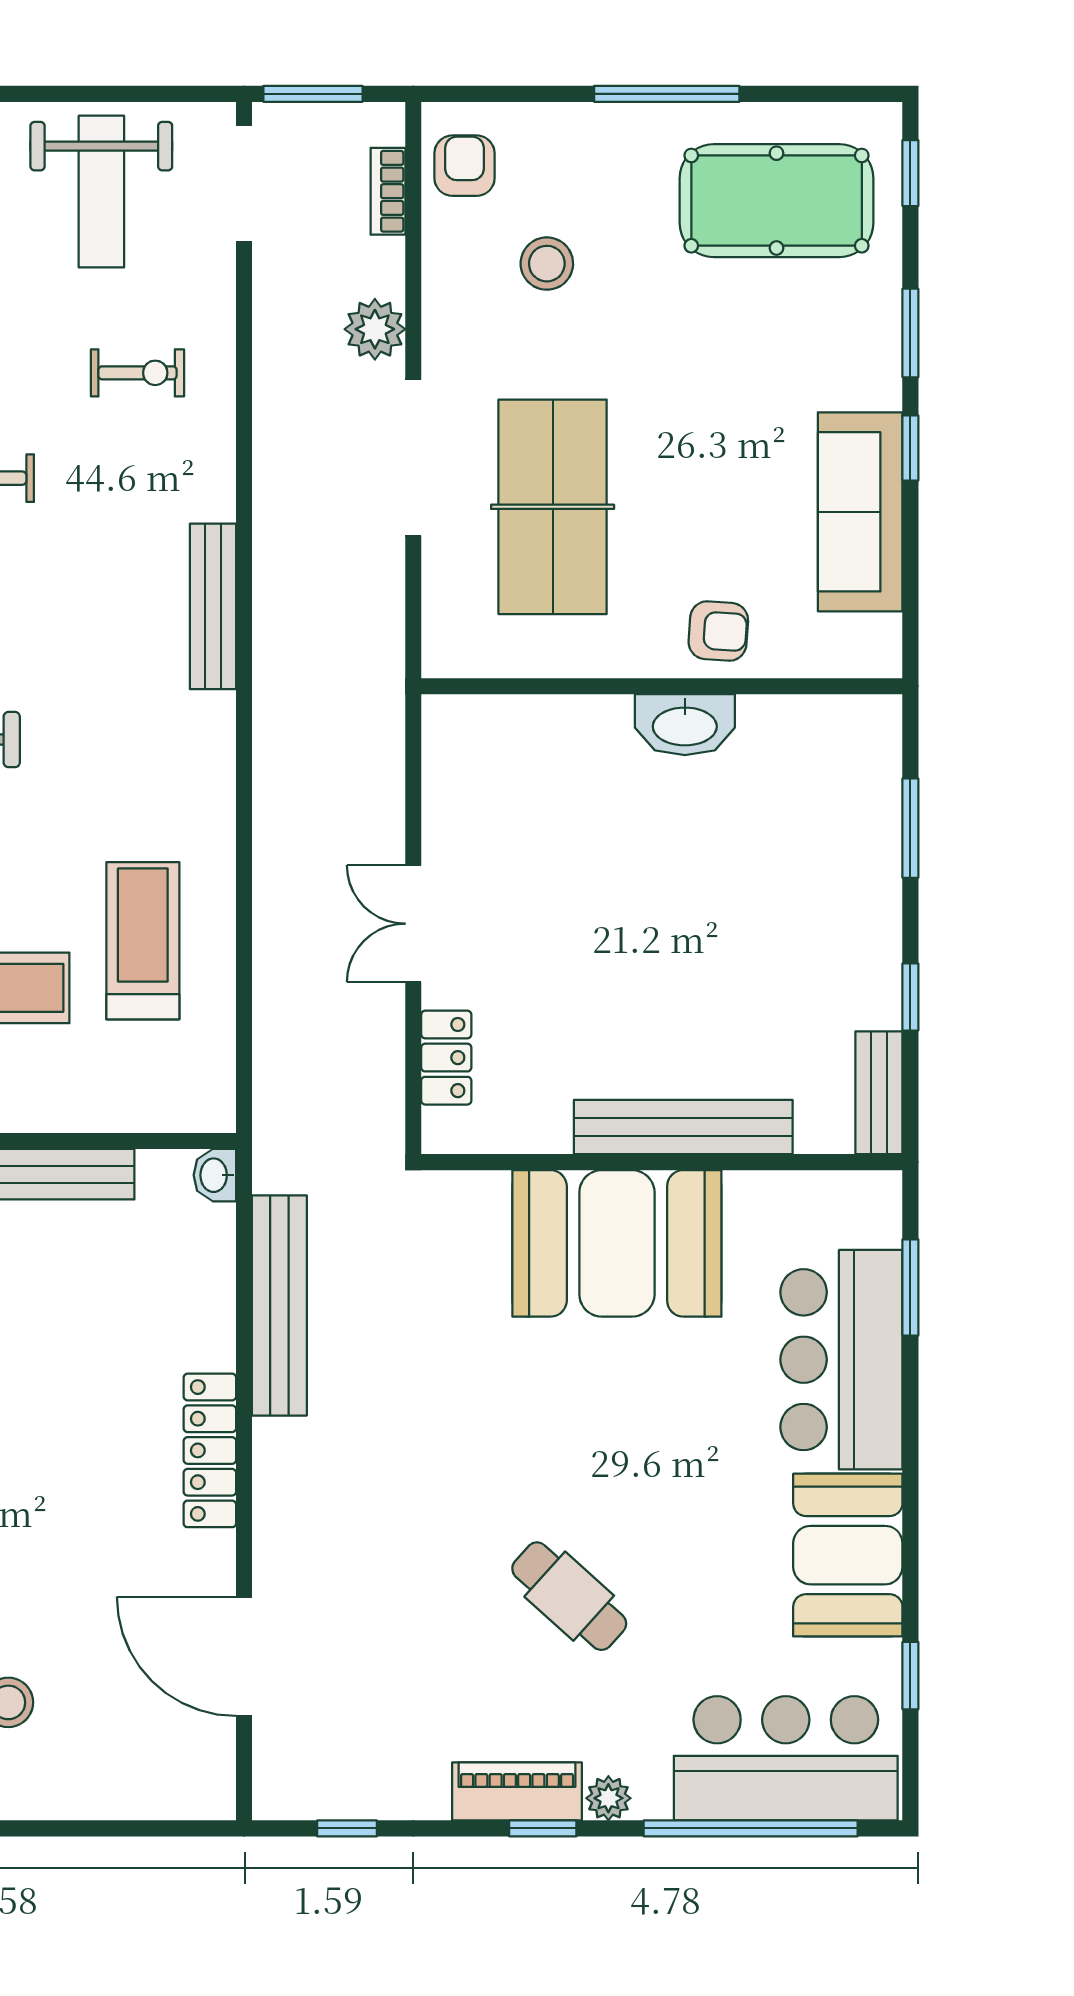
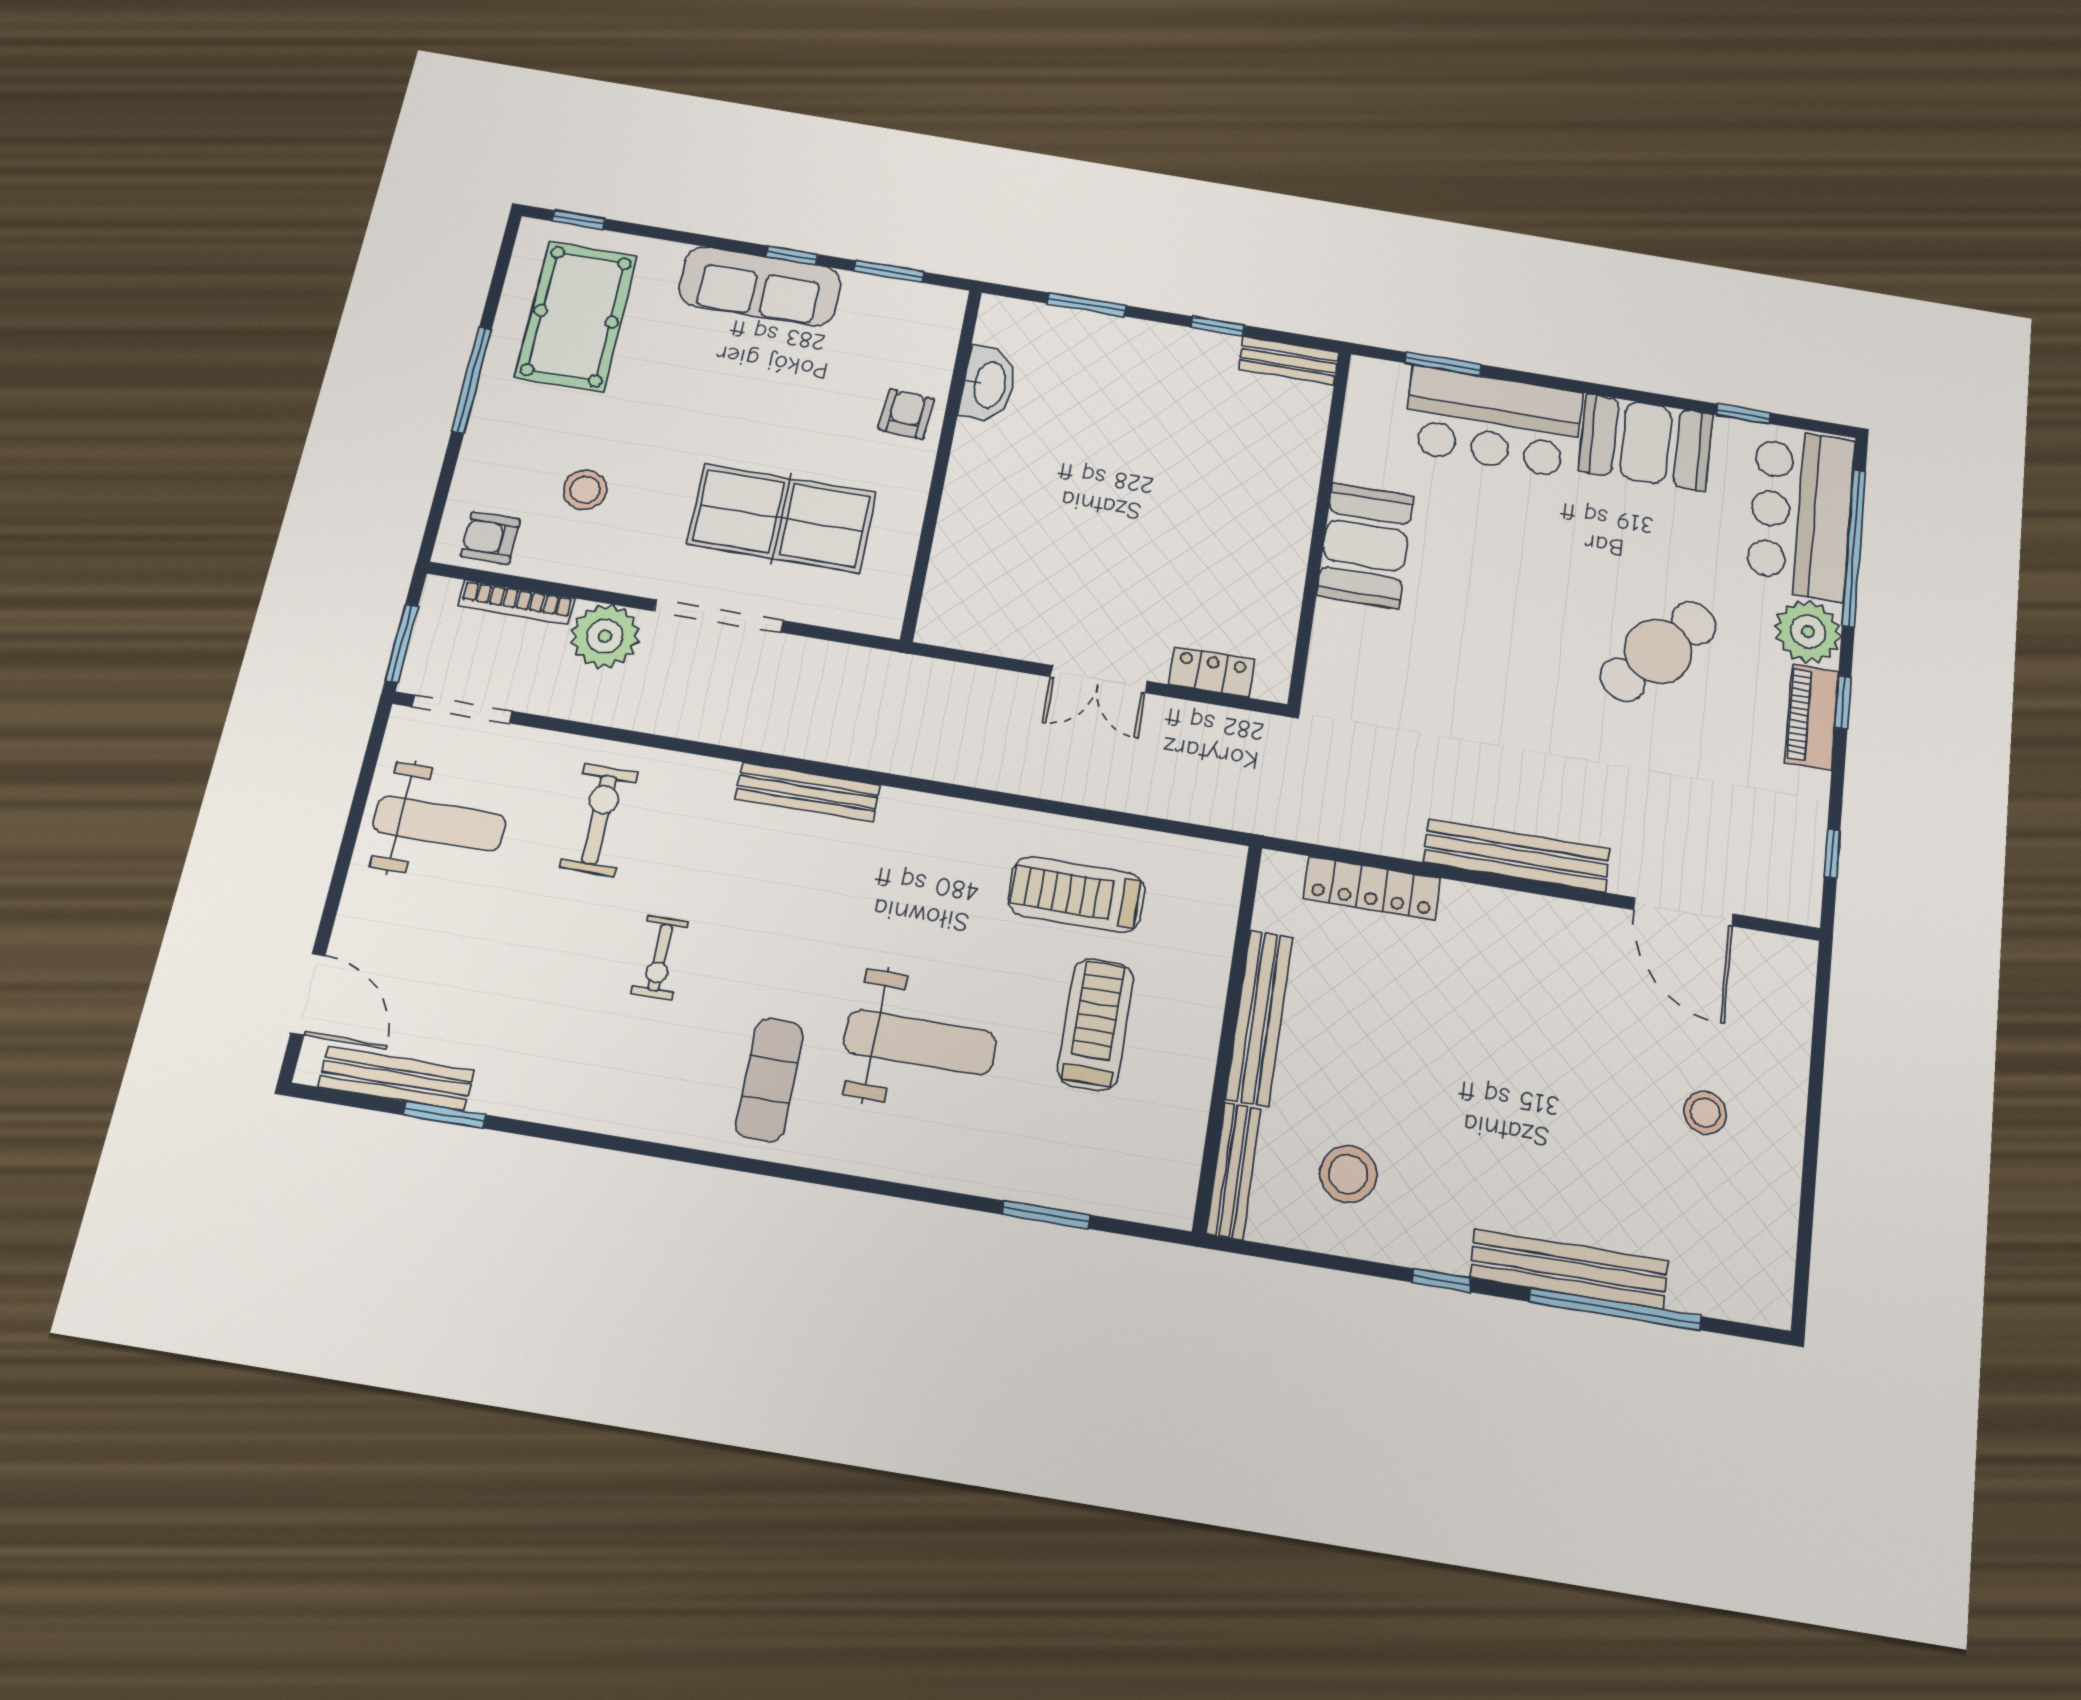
bookcase: (388, 191) -> (516, 602), width x1.56
plant: (375, 329) -> (605, 636), width x1.36, depth x1.36
window: (910, 333) -> (889, 272), moved
exercise bike: (138, 373) -> (599, 820), width x1.38, depth x1.39
sofa: (860, 512) -> (760, 286), moved
washbasin: (685, 725) -> (988, 384), moved
bench: (683, 1127) -> (1294, 505), removed
washbasin: (215, 1175) -> (1281, 869), removed
booth: (617, 1243) -> (1366, 545), width x0.73, depth x0.70
bench: (279, 1305) -> (1517, 855), moved
locker: (210, 1450) -> (1372, 888), moved
cafe table: (569, 1596) -> (1658, 651), width x1.37, depth x1.35
door: (244, 1656) -> (1684, 912), hinge flipped
plant: (608, 1798) -> (1808, 632), width x1.88, depth x1.88

